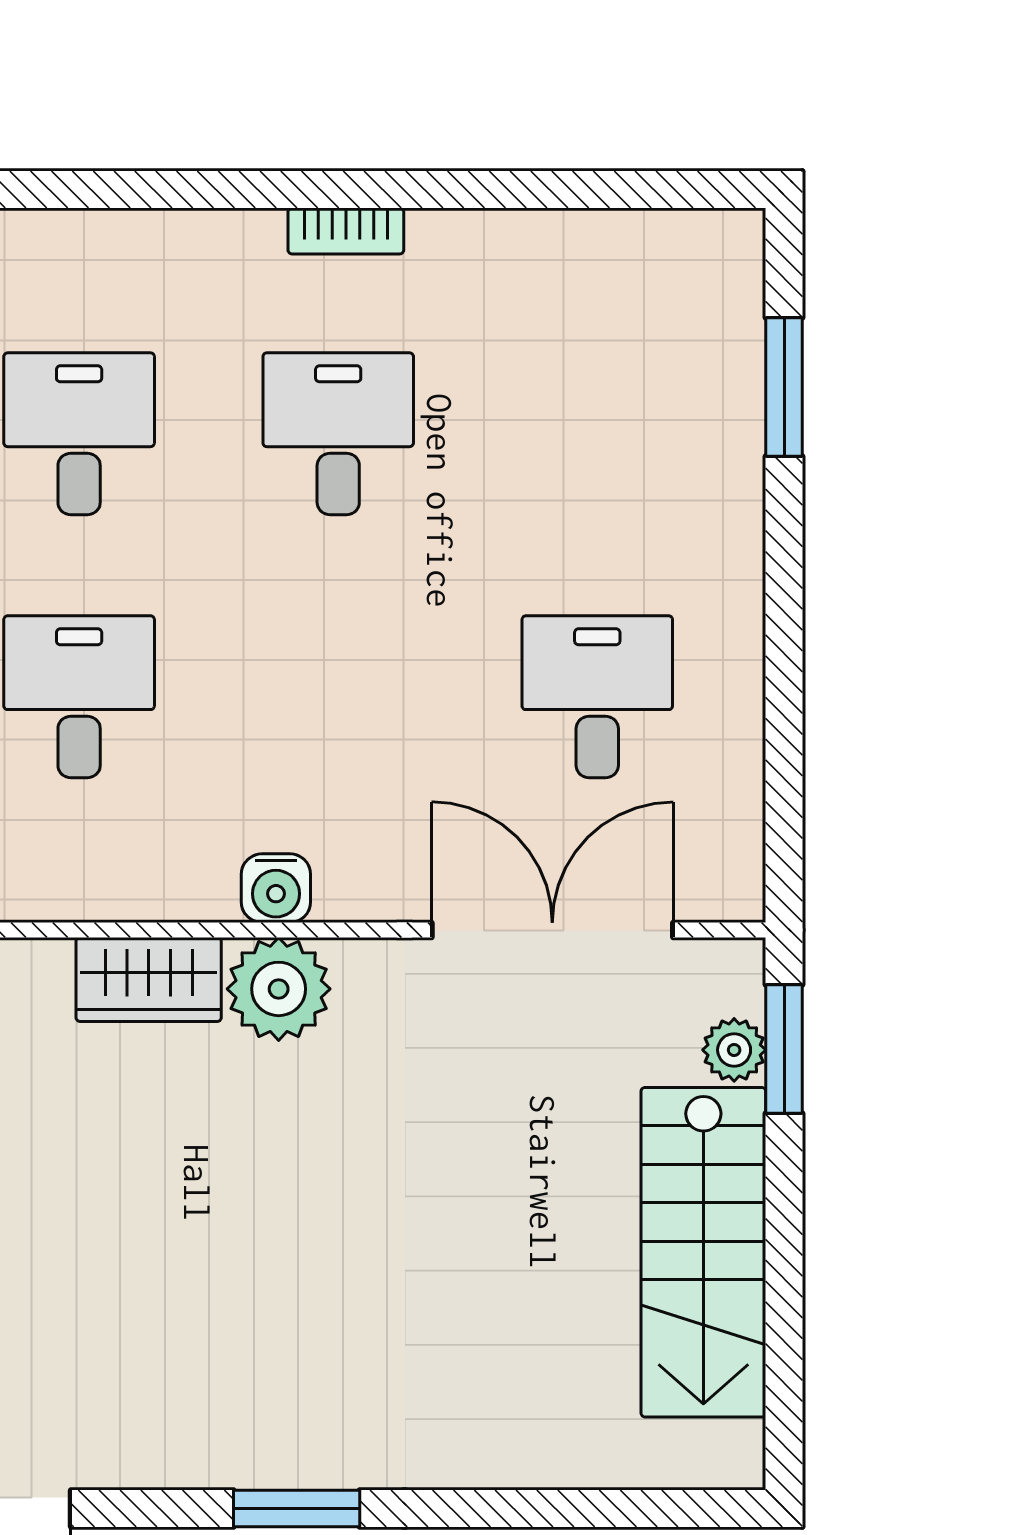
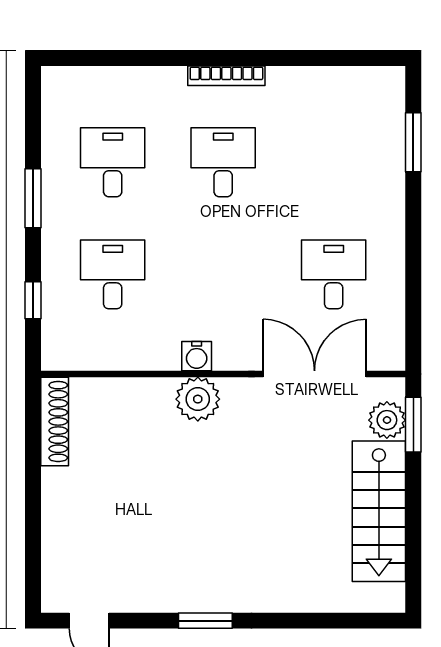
bookcase: (346, 231) -> (226, 76), width x1.56
wardrobe: (149, 979) -> (142, 395), removed
plant: (734, 1050) -> (387, 420), width x1.38, depth x1.38

